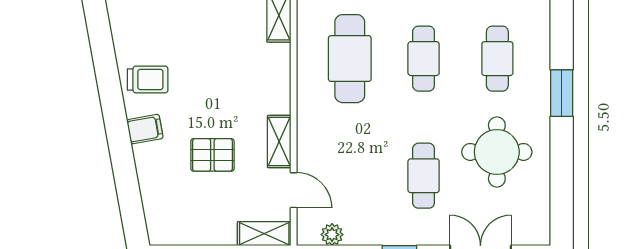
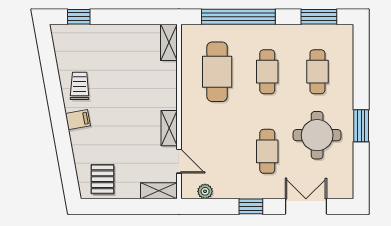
trolley: (148, 79) -> (80, 86), turned -90
window: (562, 93) -> (361, 126), moved
pallet: (212, 155) -> (102, 179), moved, turned 90

